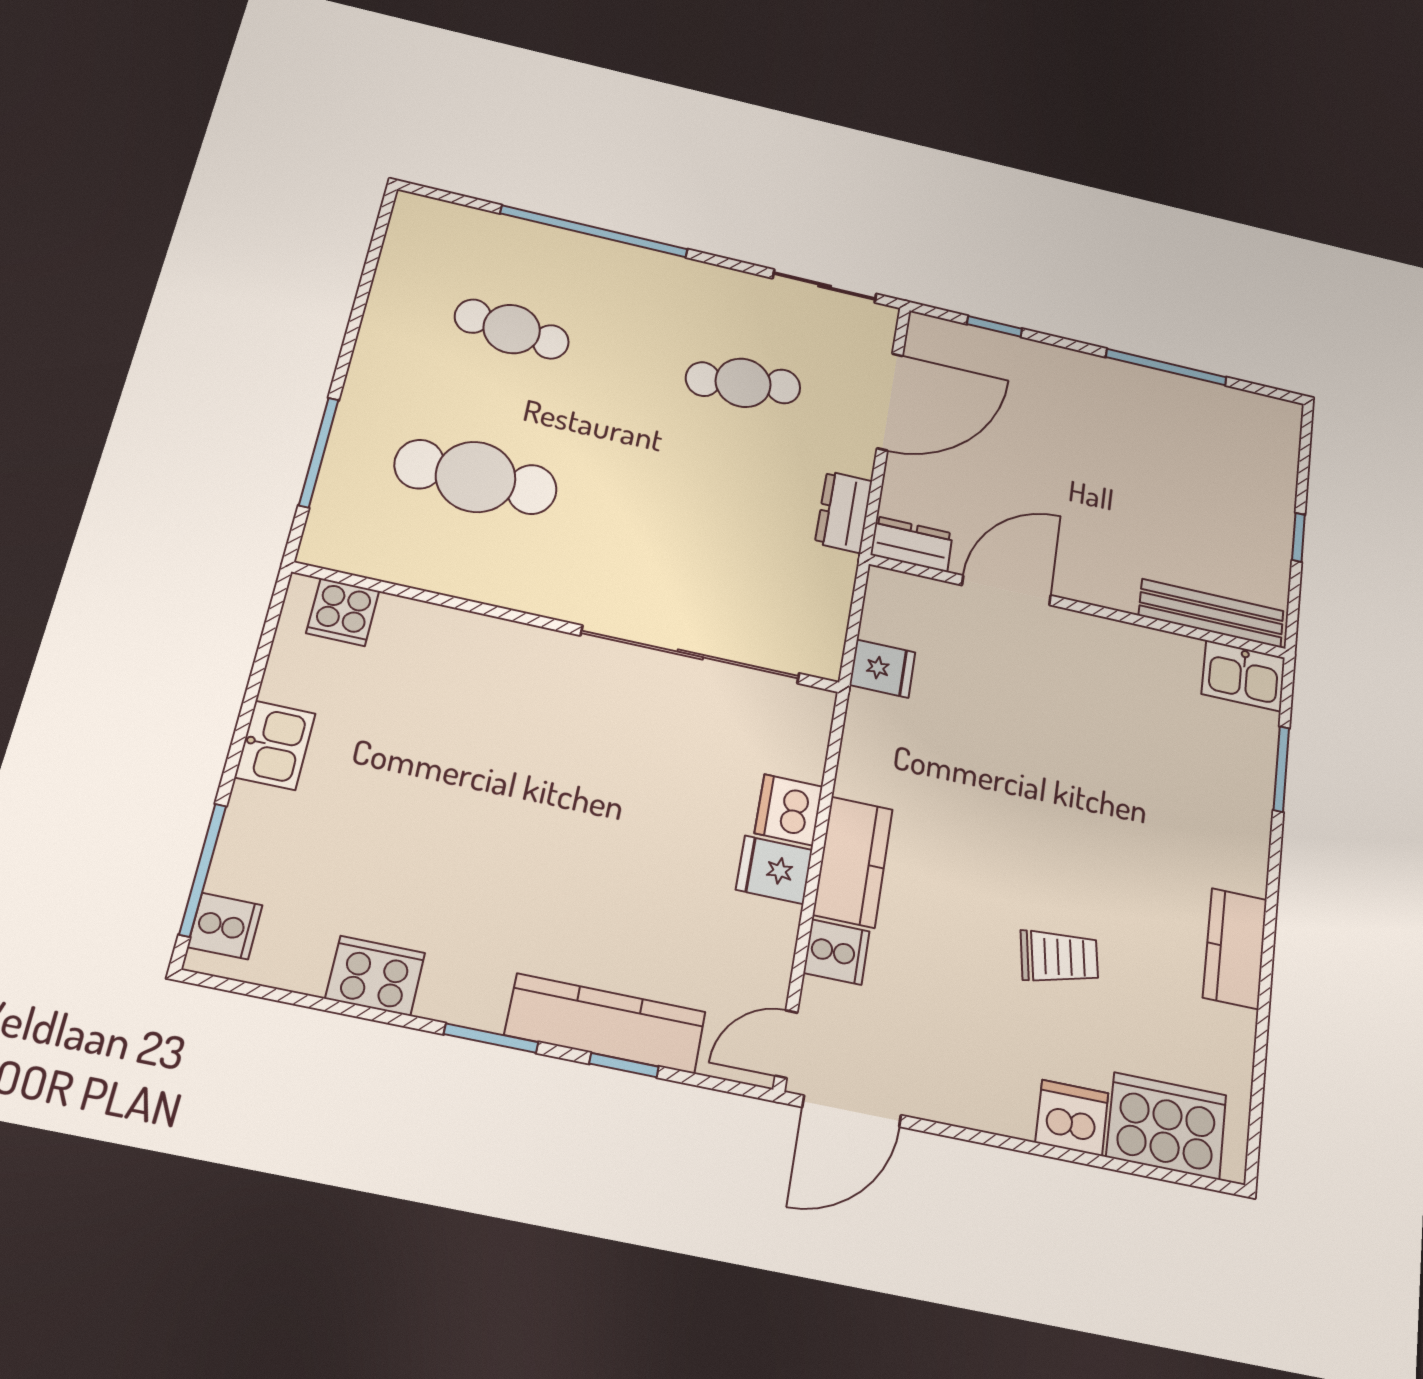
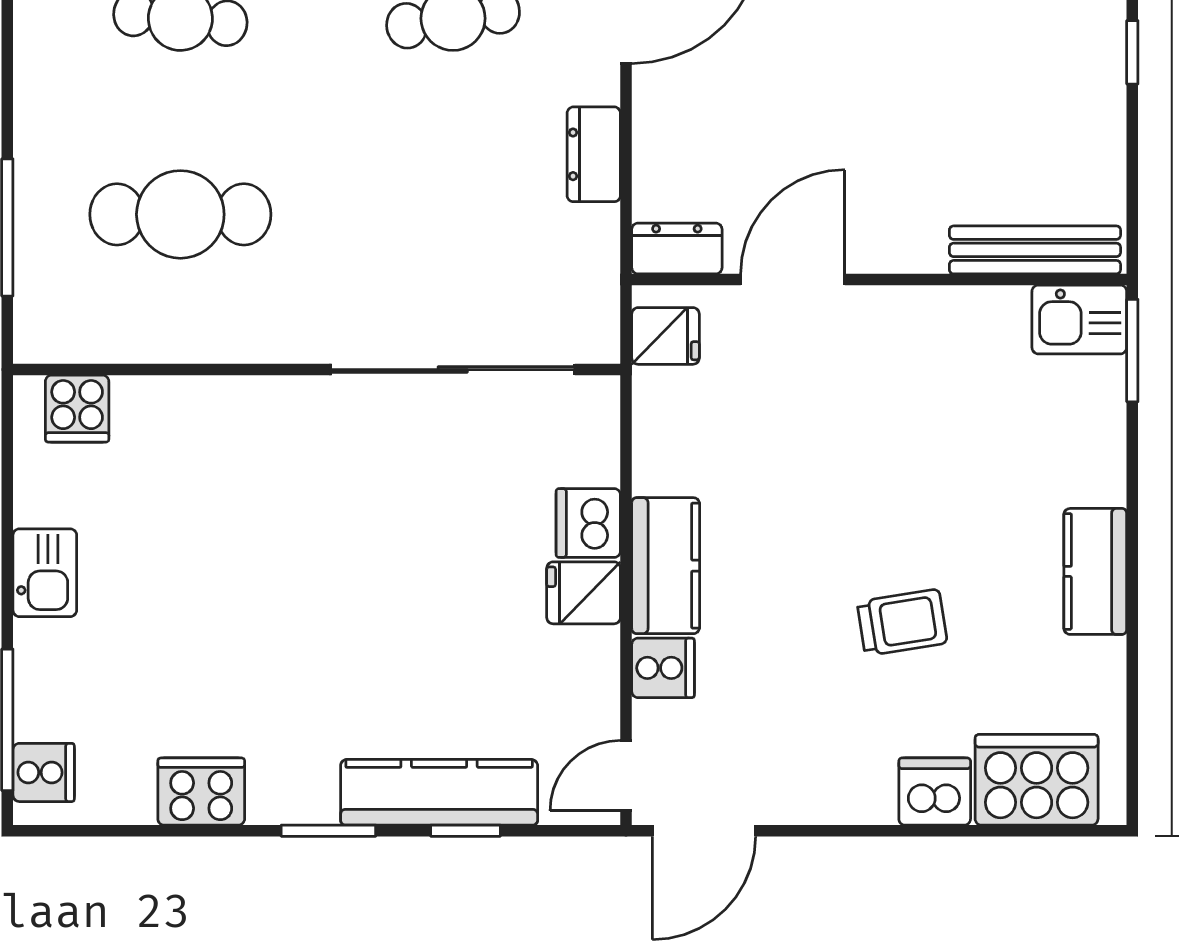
dresser: (912, 544) -> (677, 248), moved
door: (1006, 590) -> (793, 280), moved
wall: (1079, 607) -> (879, 280), moved
bench: (1211, 613) -> (1035, 250), moved
kitchen sink: (1243, 676) -> (1079, 319), moved

